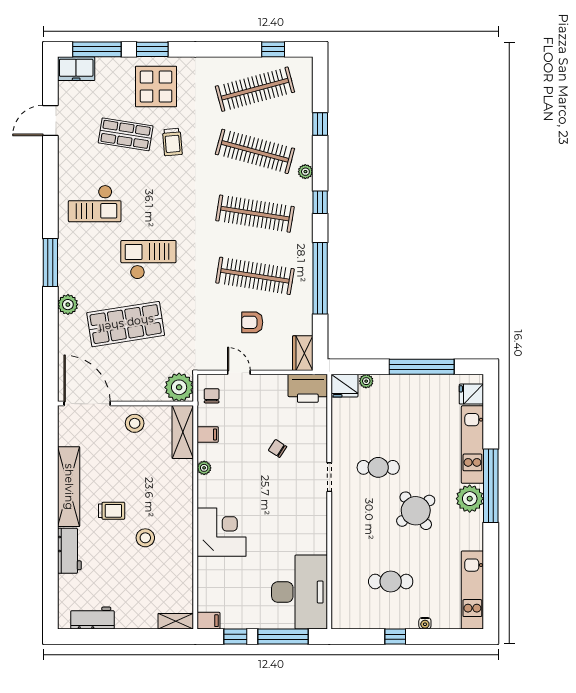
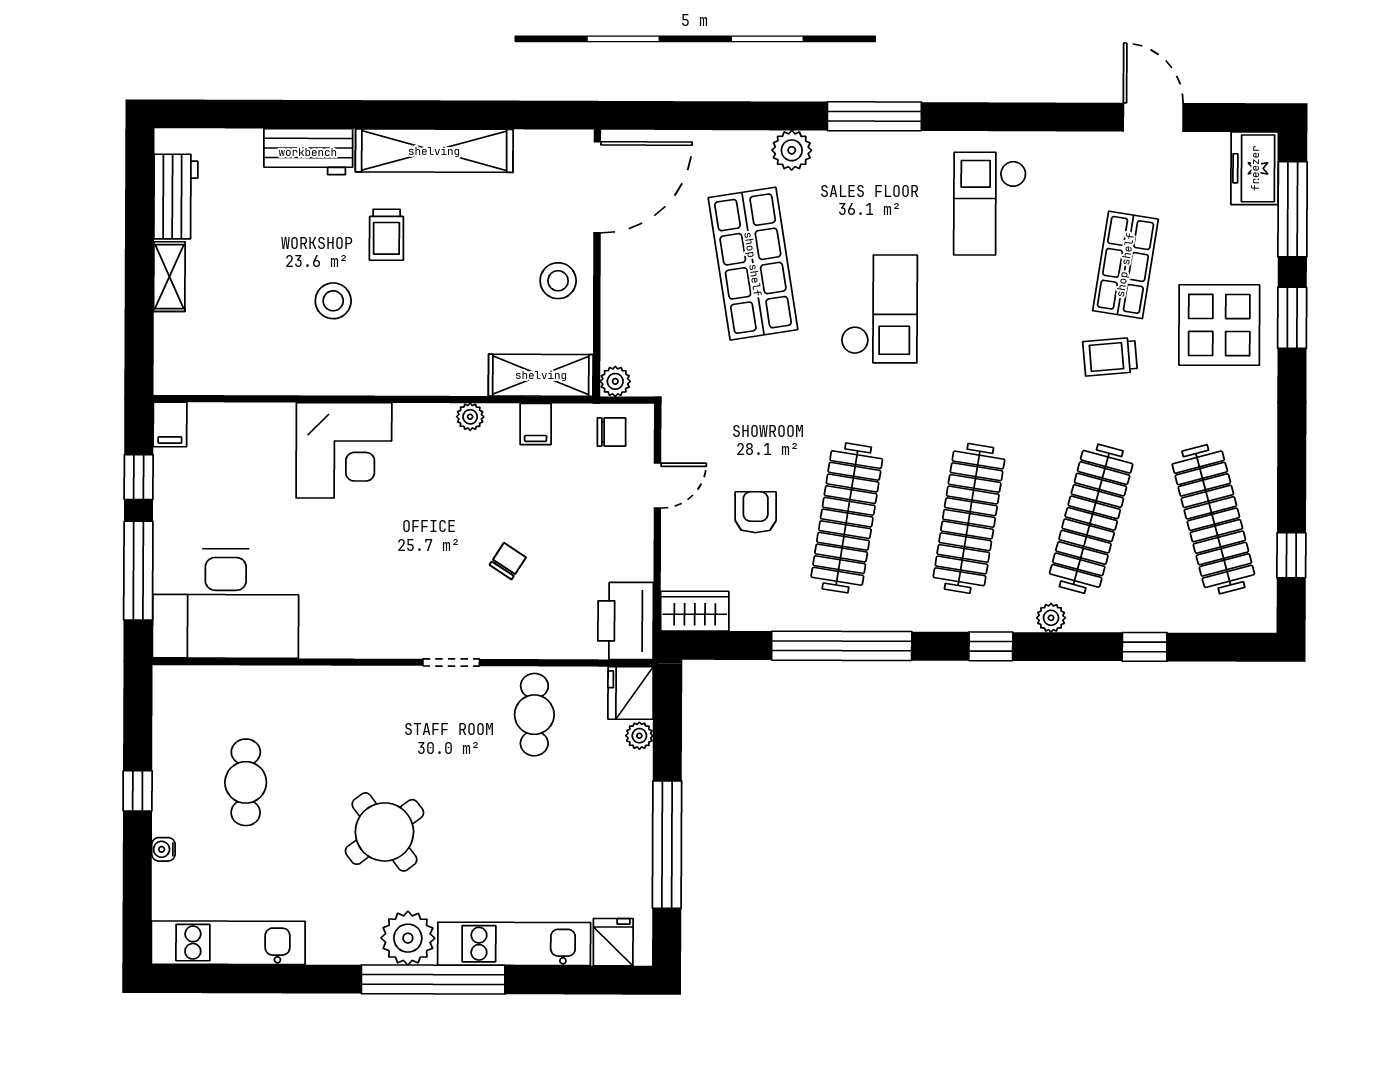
plant: (179, 387) -> (615, 381), width x0.53, depth x0.53
cafe table: (378, 467) -> (534, 715), moved
shelving: (176, 621) -> (169, 277), moved

